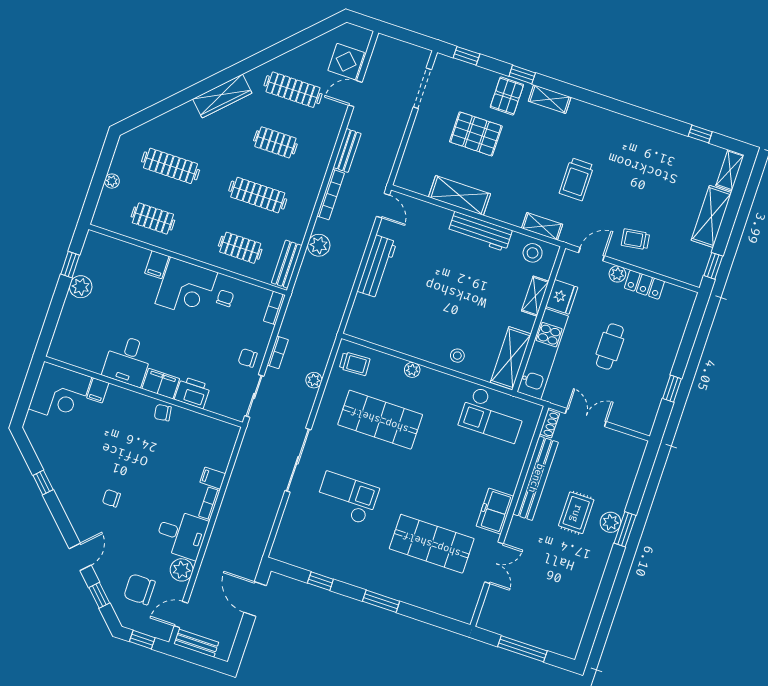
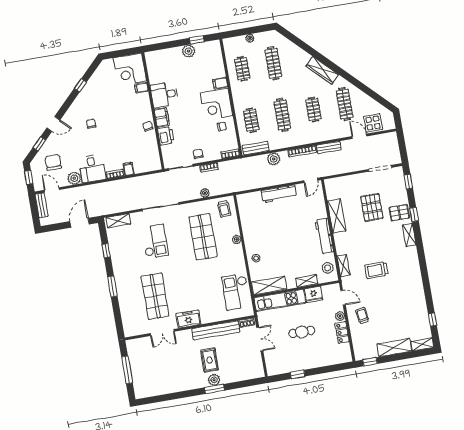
rug: (576, 513) -> (210, 360), turned 90
shelving: (284, 537) -> (118, 221), added

